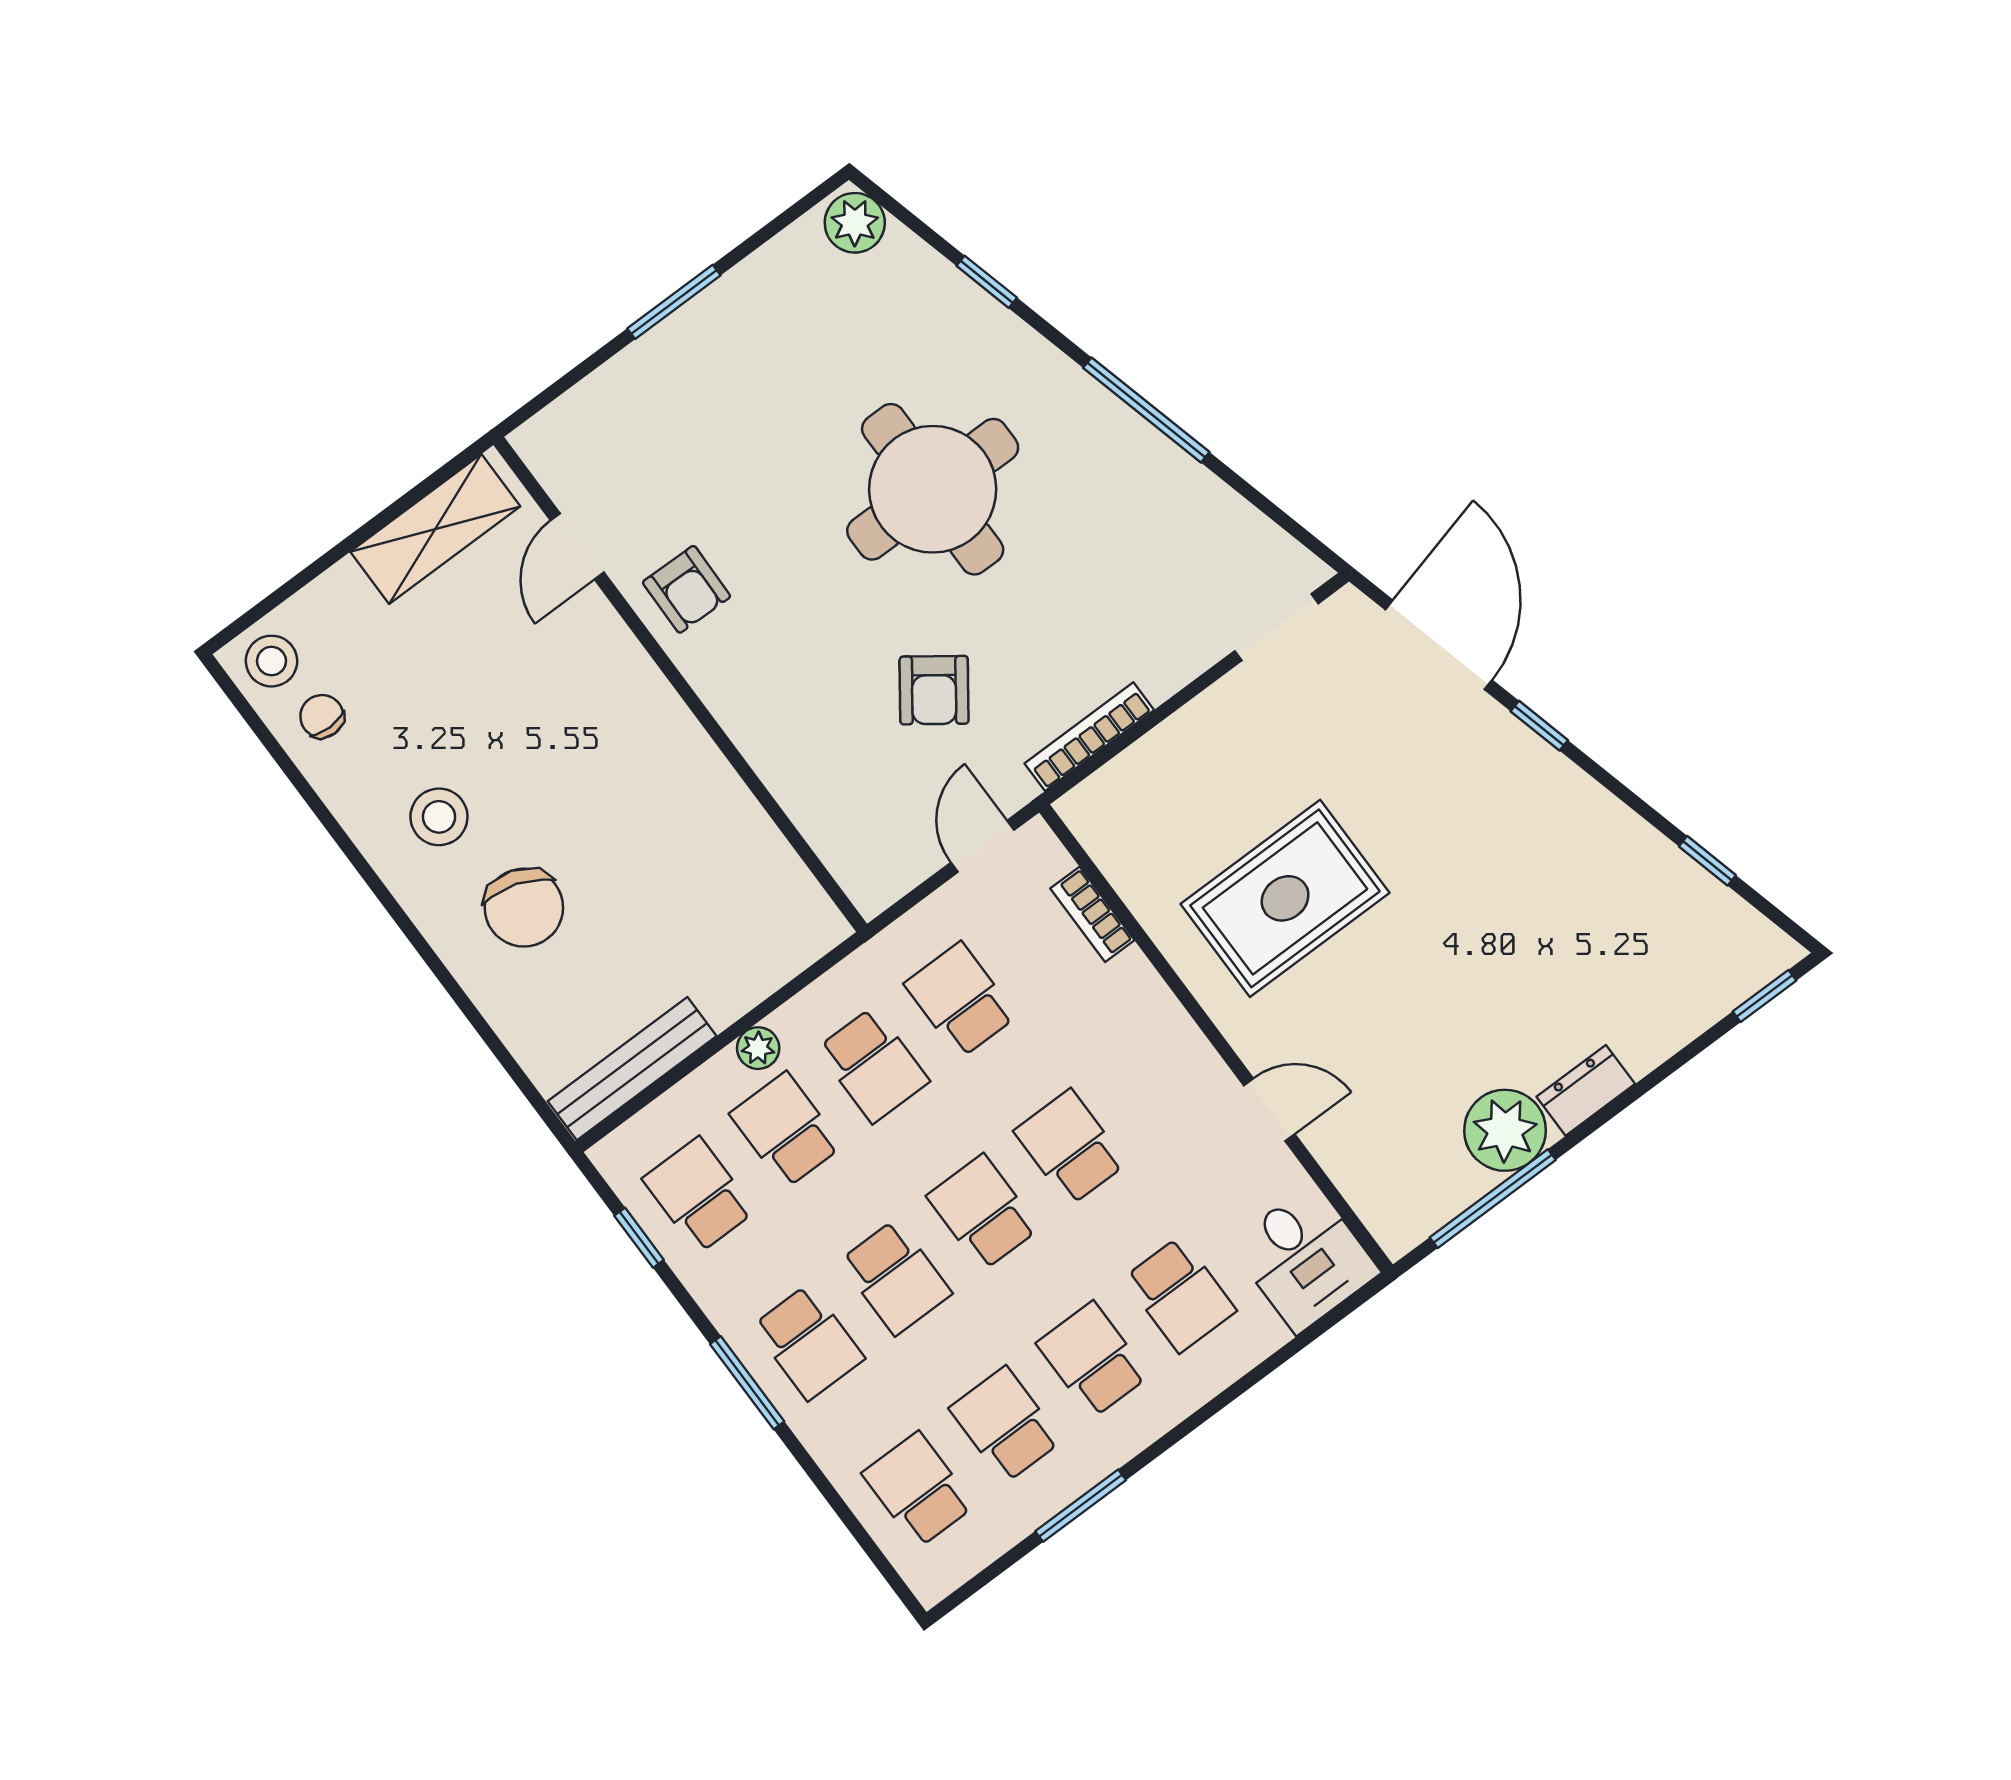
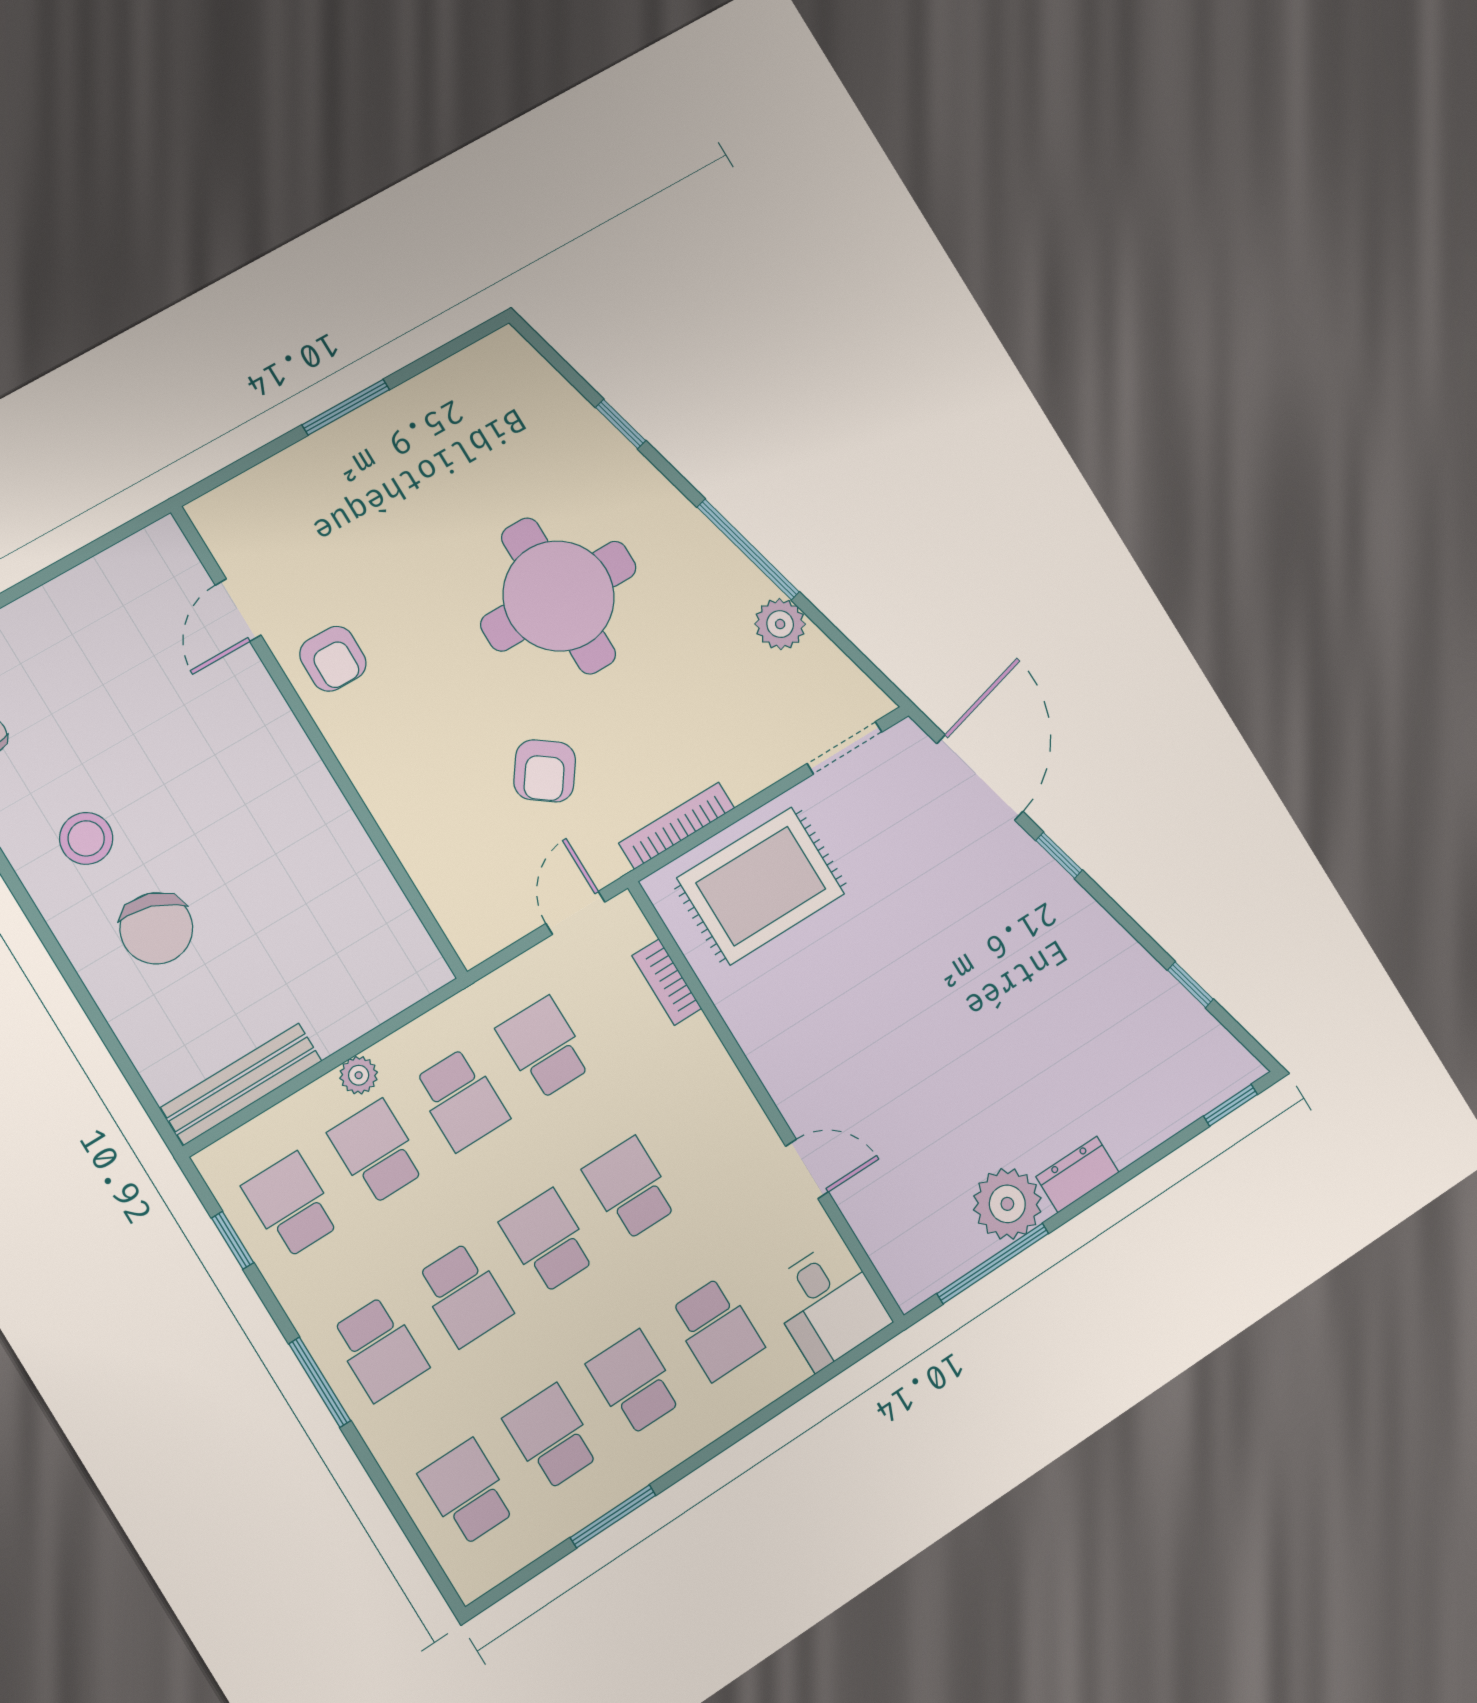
plant: (855, 223) -> (780, 624), moved
shelving: (435, 529) -> (110, 580), removed
rug: (1285, 898) -> (761, 886), moved

